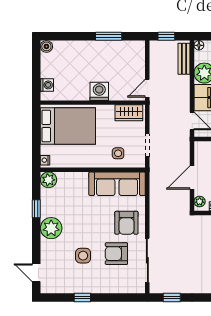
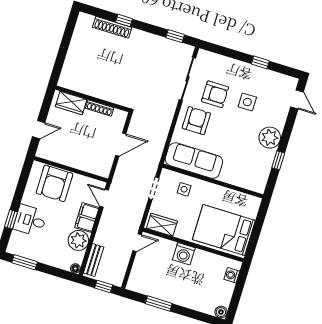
nightstand: (45, 160) -> (256, 204), removed
plant: (49, 180) -> (258, 184), removed
plant: (200, 202) -> (121, 119), removed

